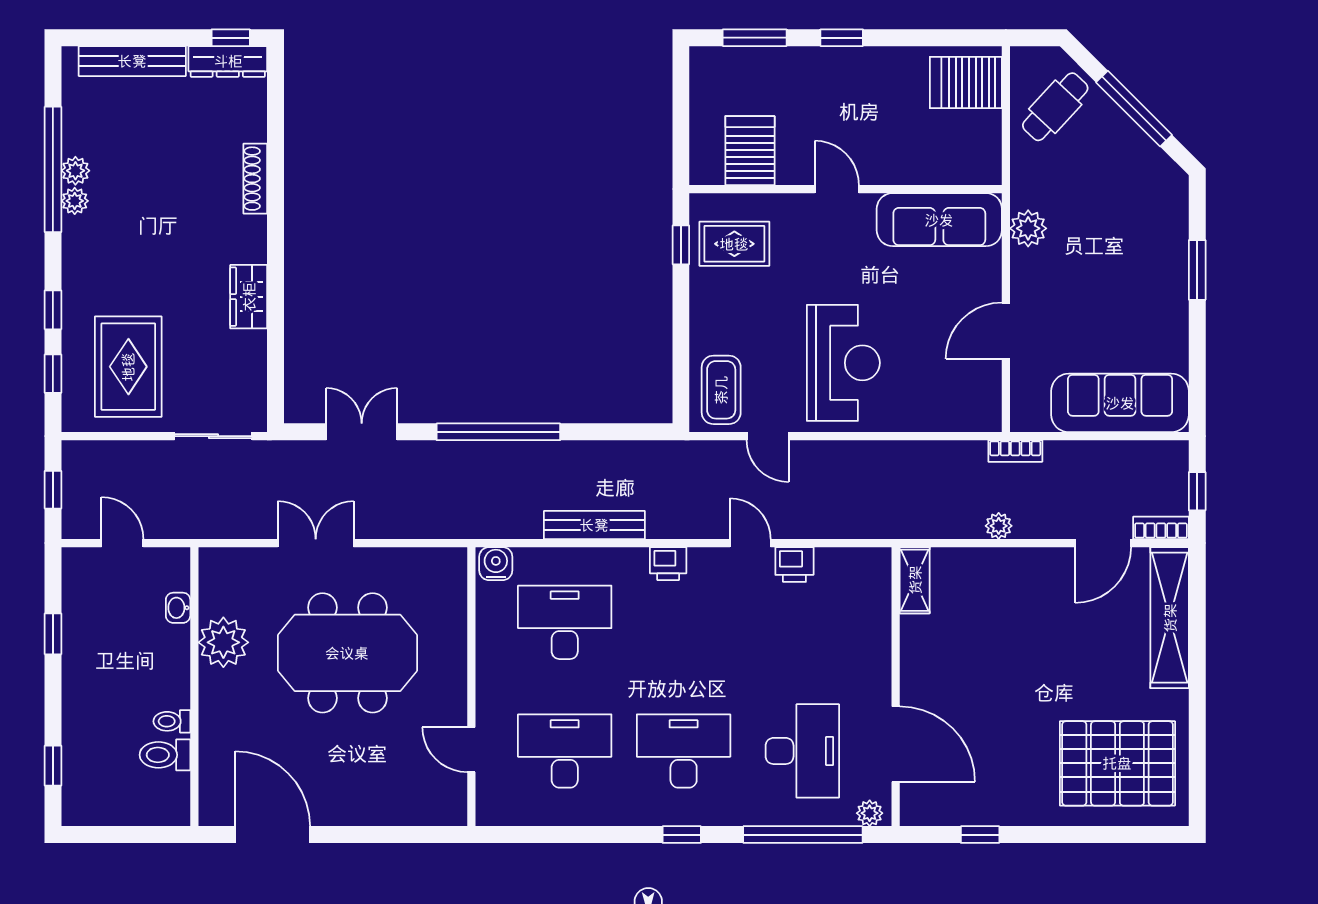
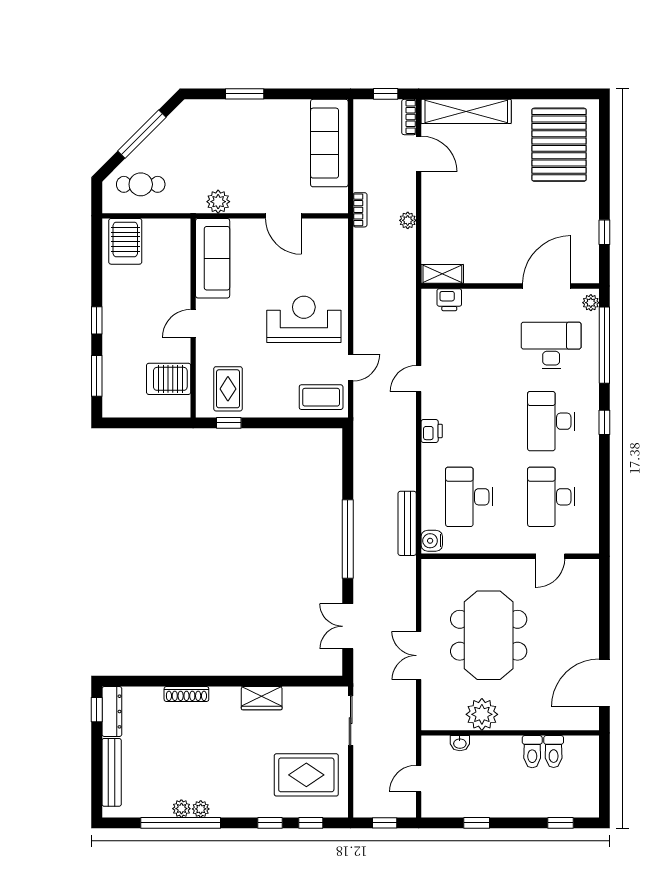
cafe table: (1055, 107) -> (141, 184), turned -43
bench: (594, 525) -> (407, 523), moved
printer: (794, 564) -> (449, 300), moved, turned 90
toilet: (172, 721) -> (532, 752), width x1.37, depth x1.39

